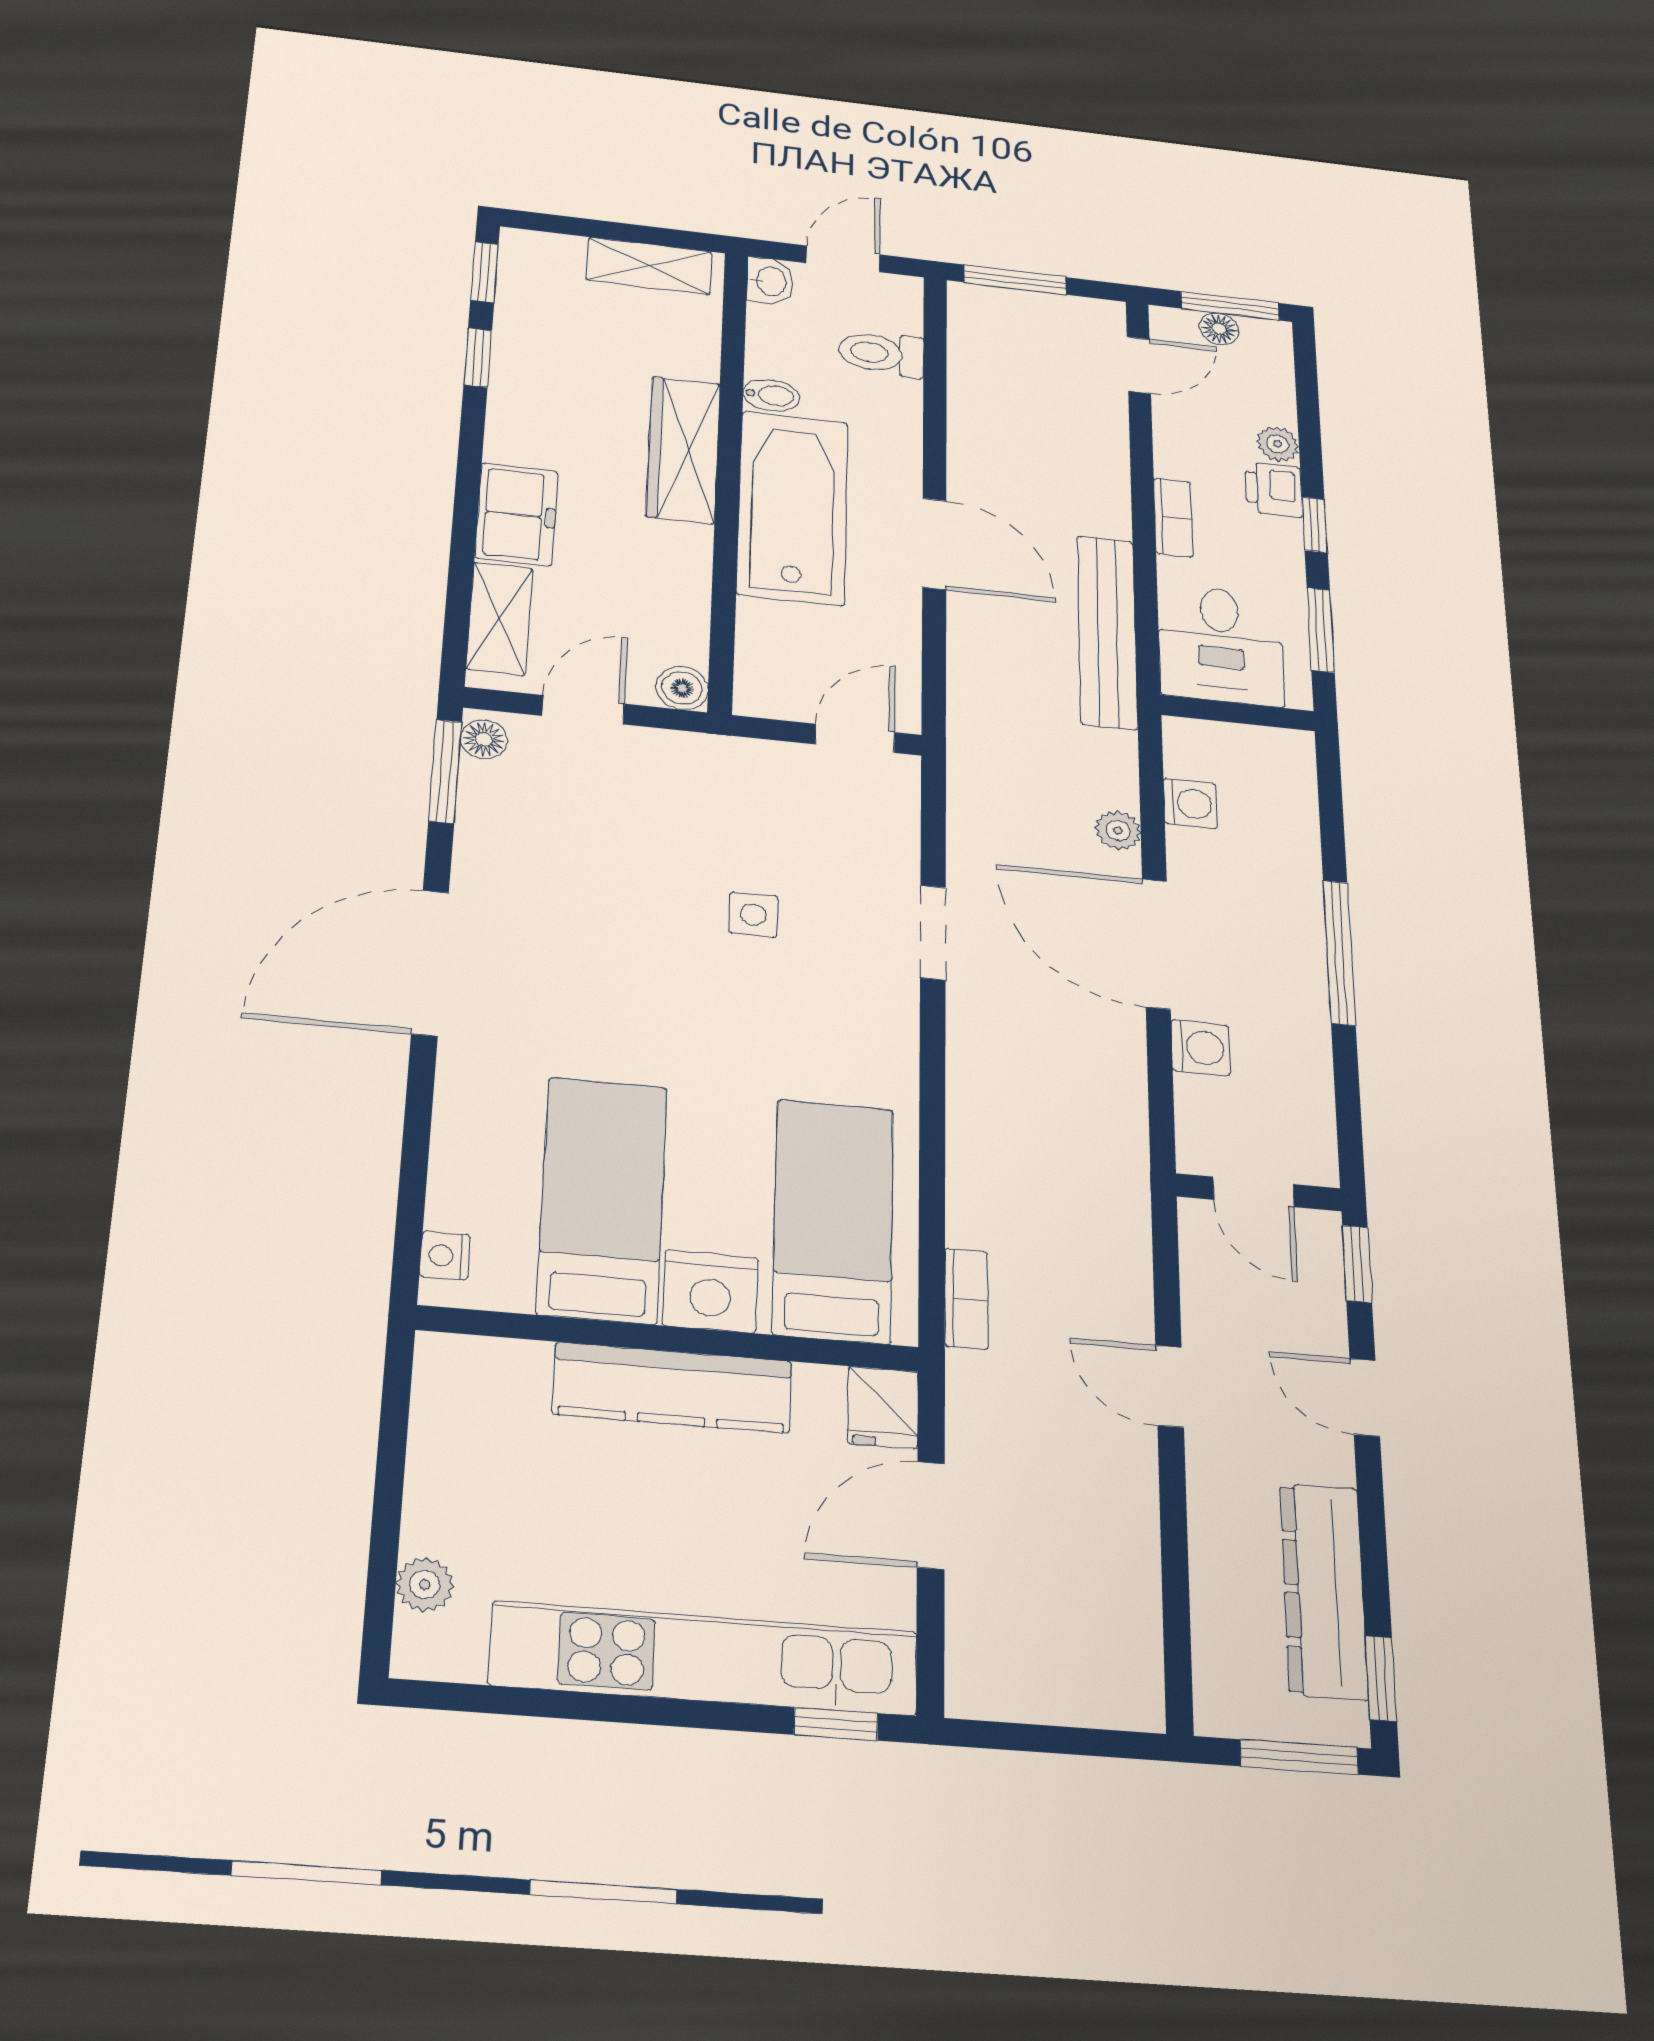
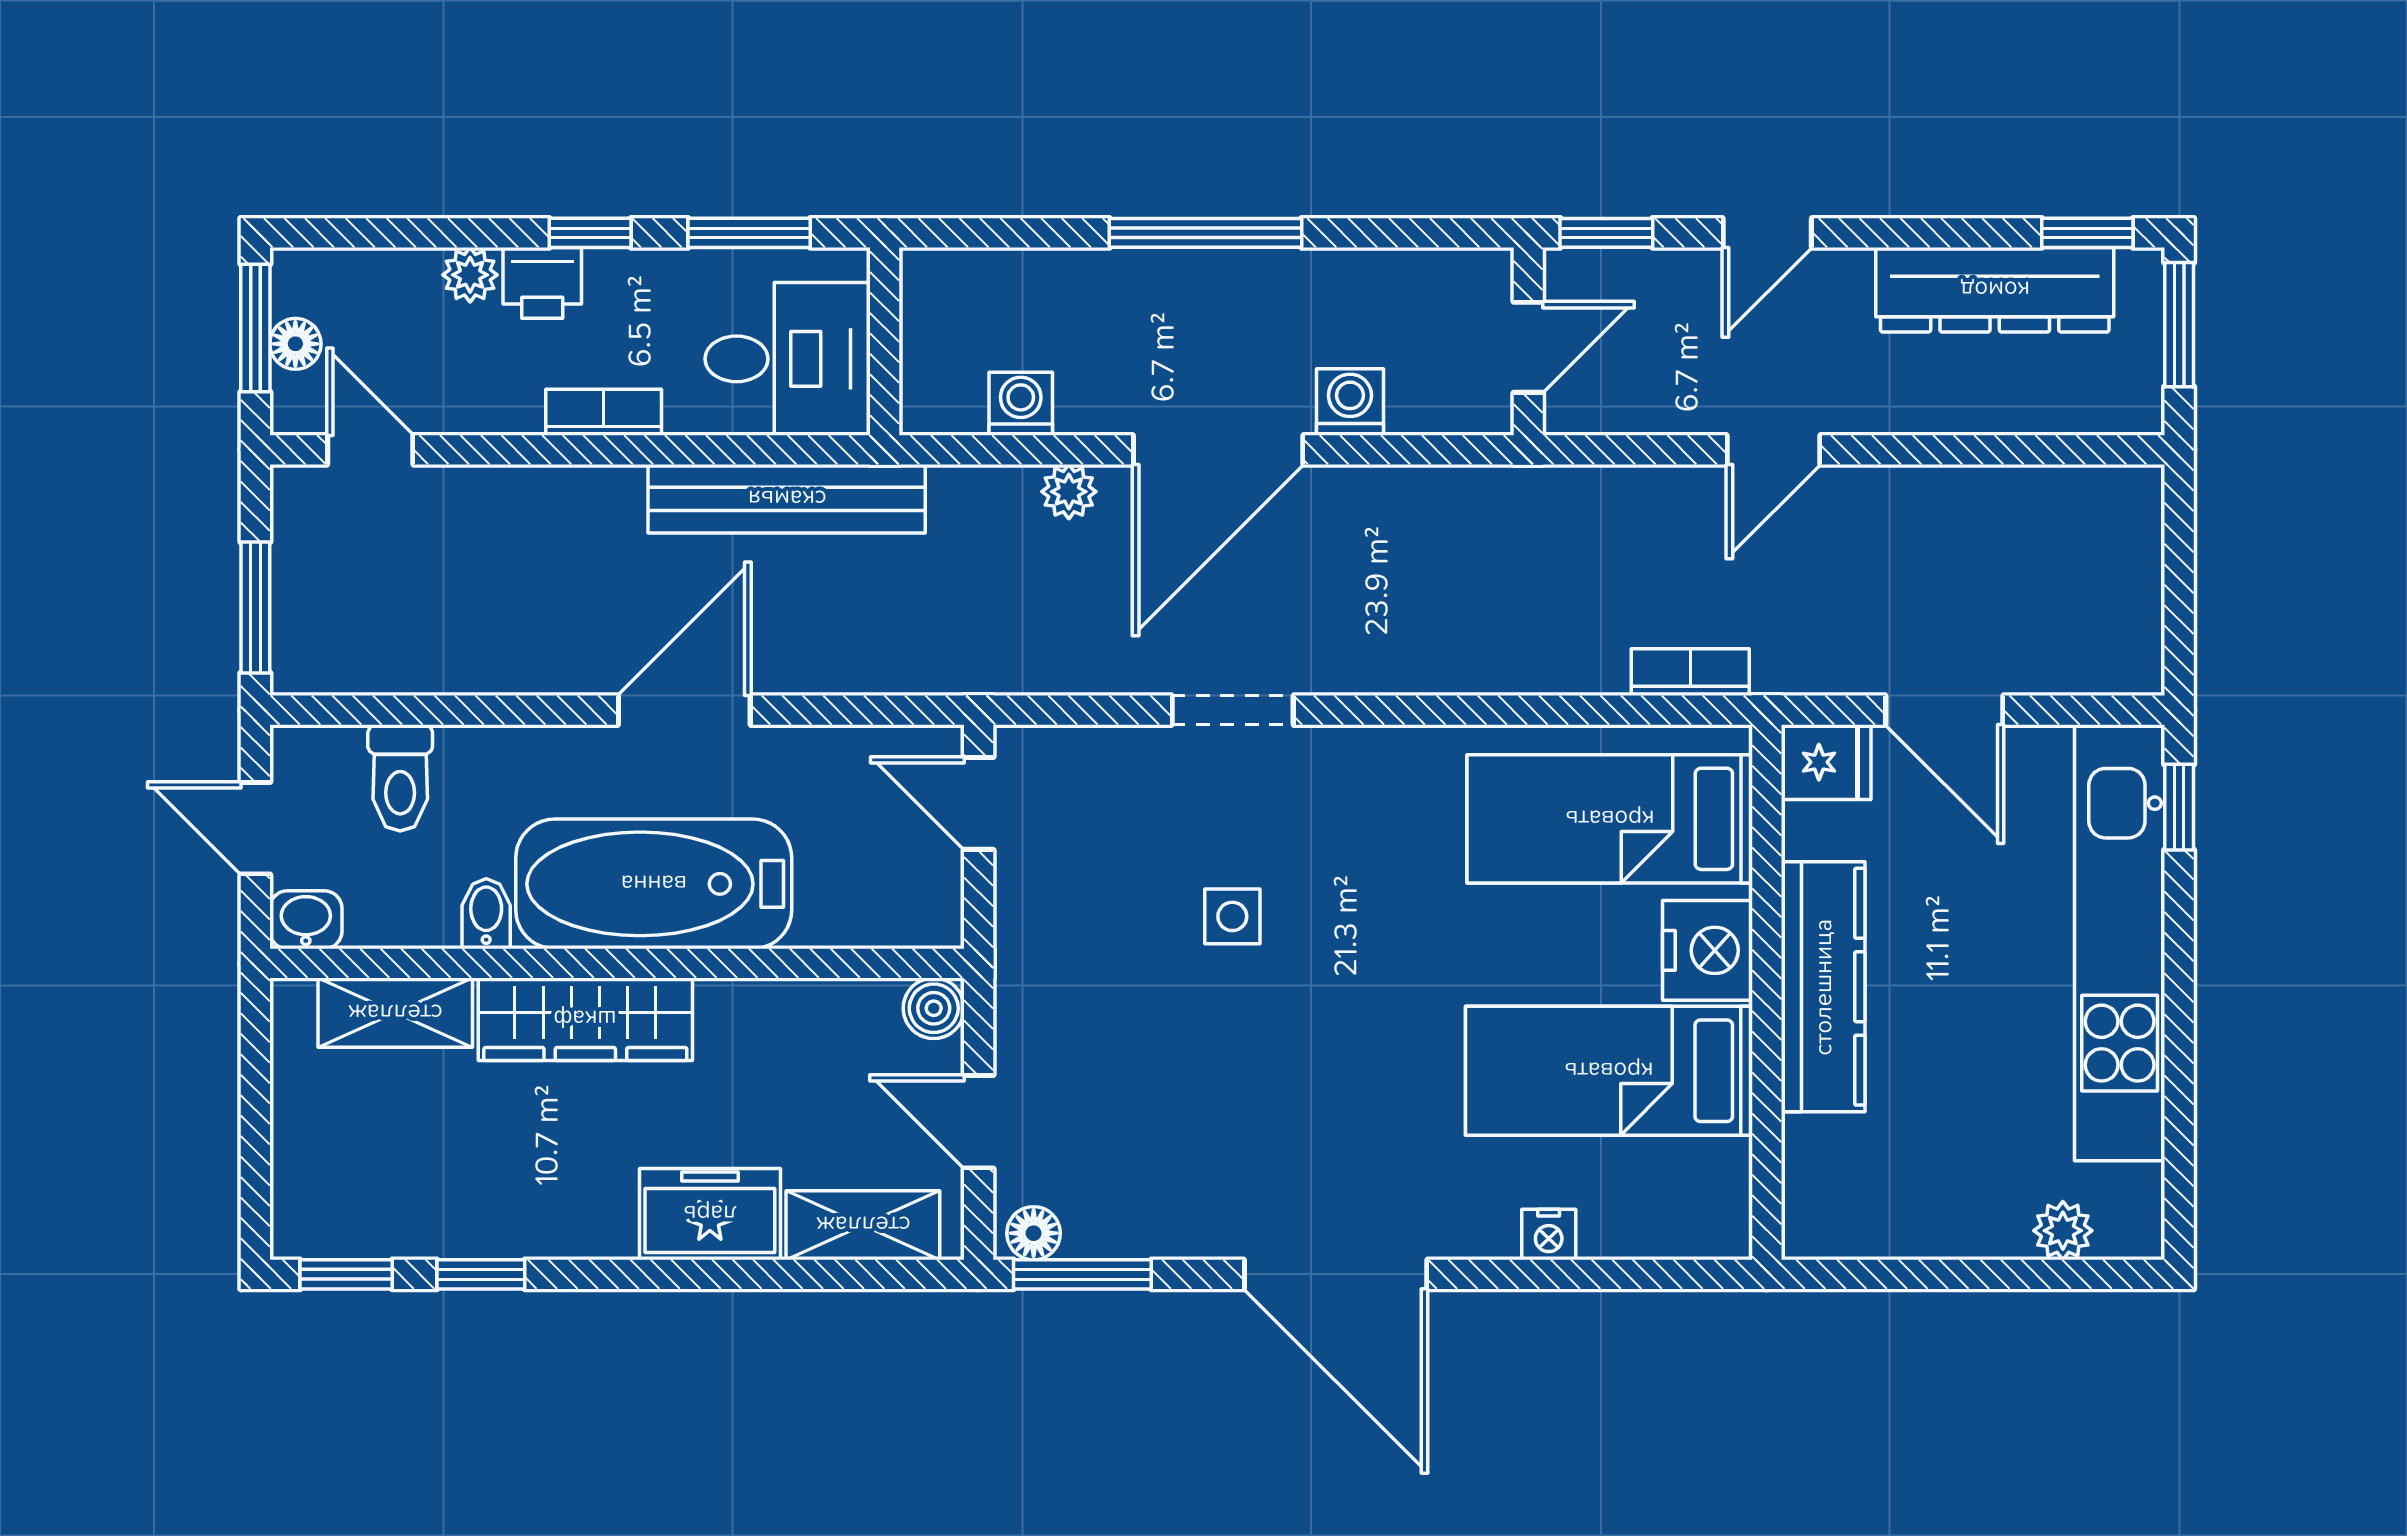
shelving: (649, 266) -> (395, 1013), moved, turned 90
nightstand: (445, 1256) -> (1549, 1234), moved

